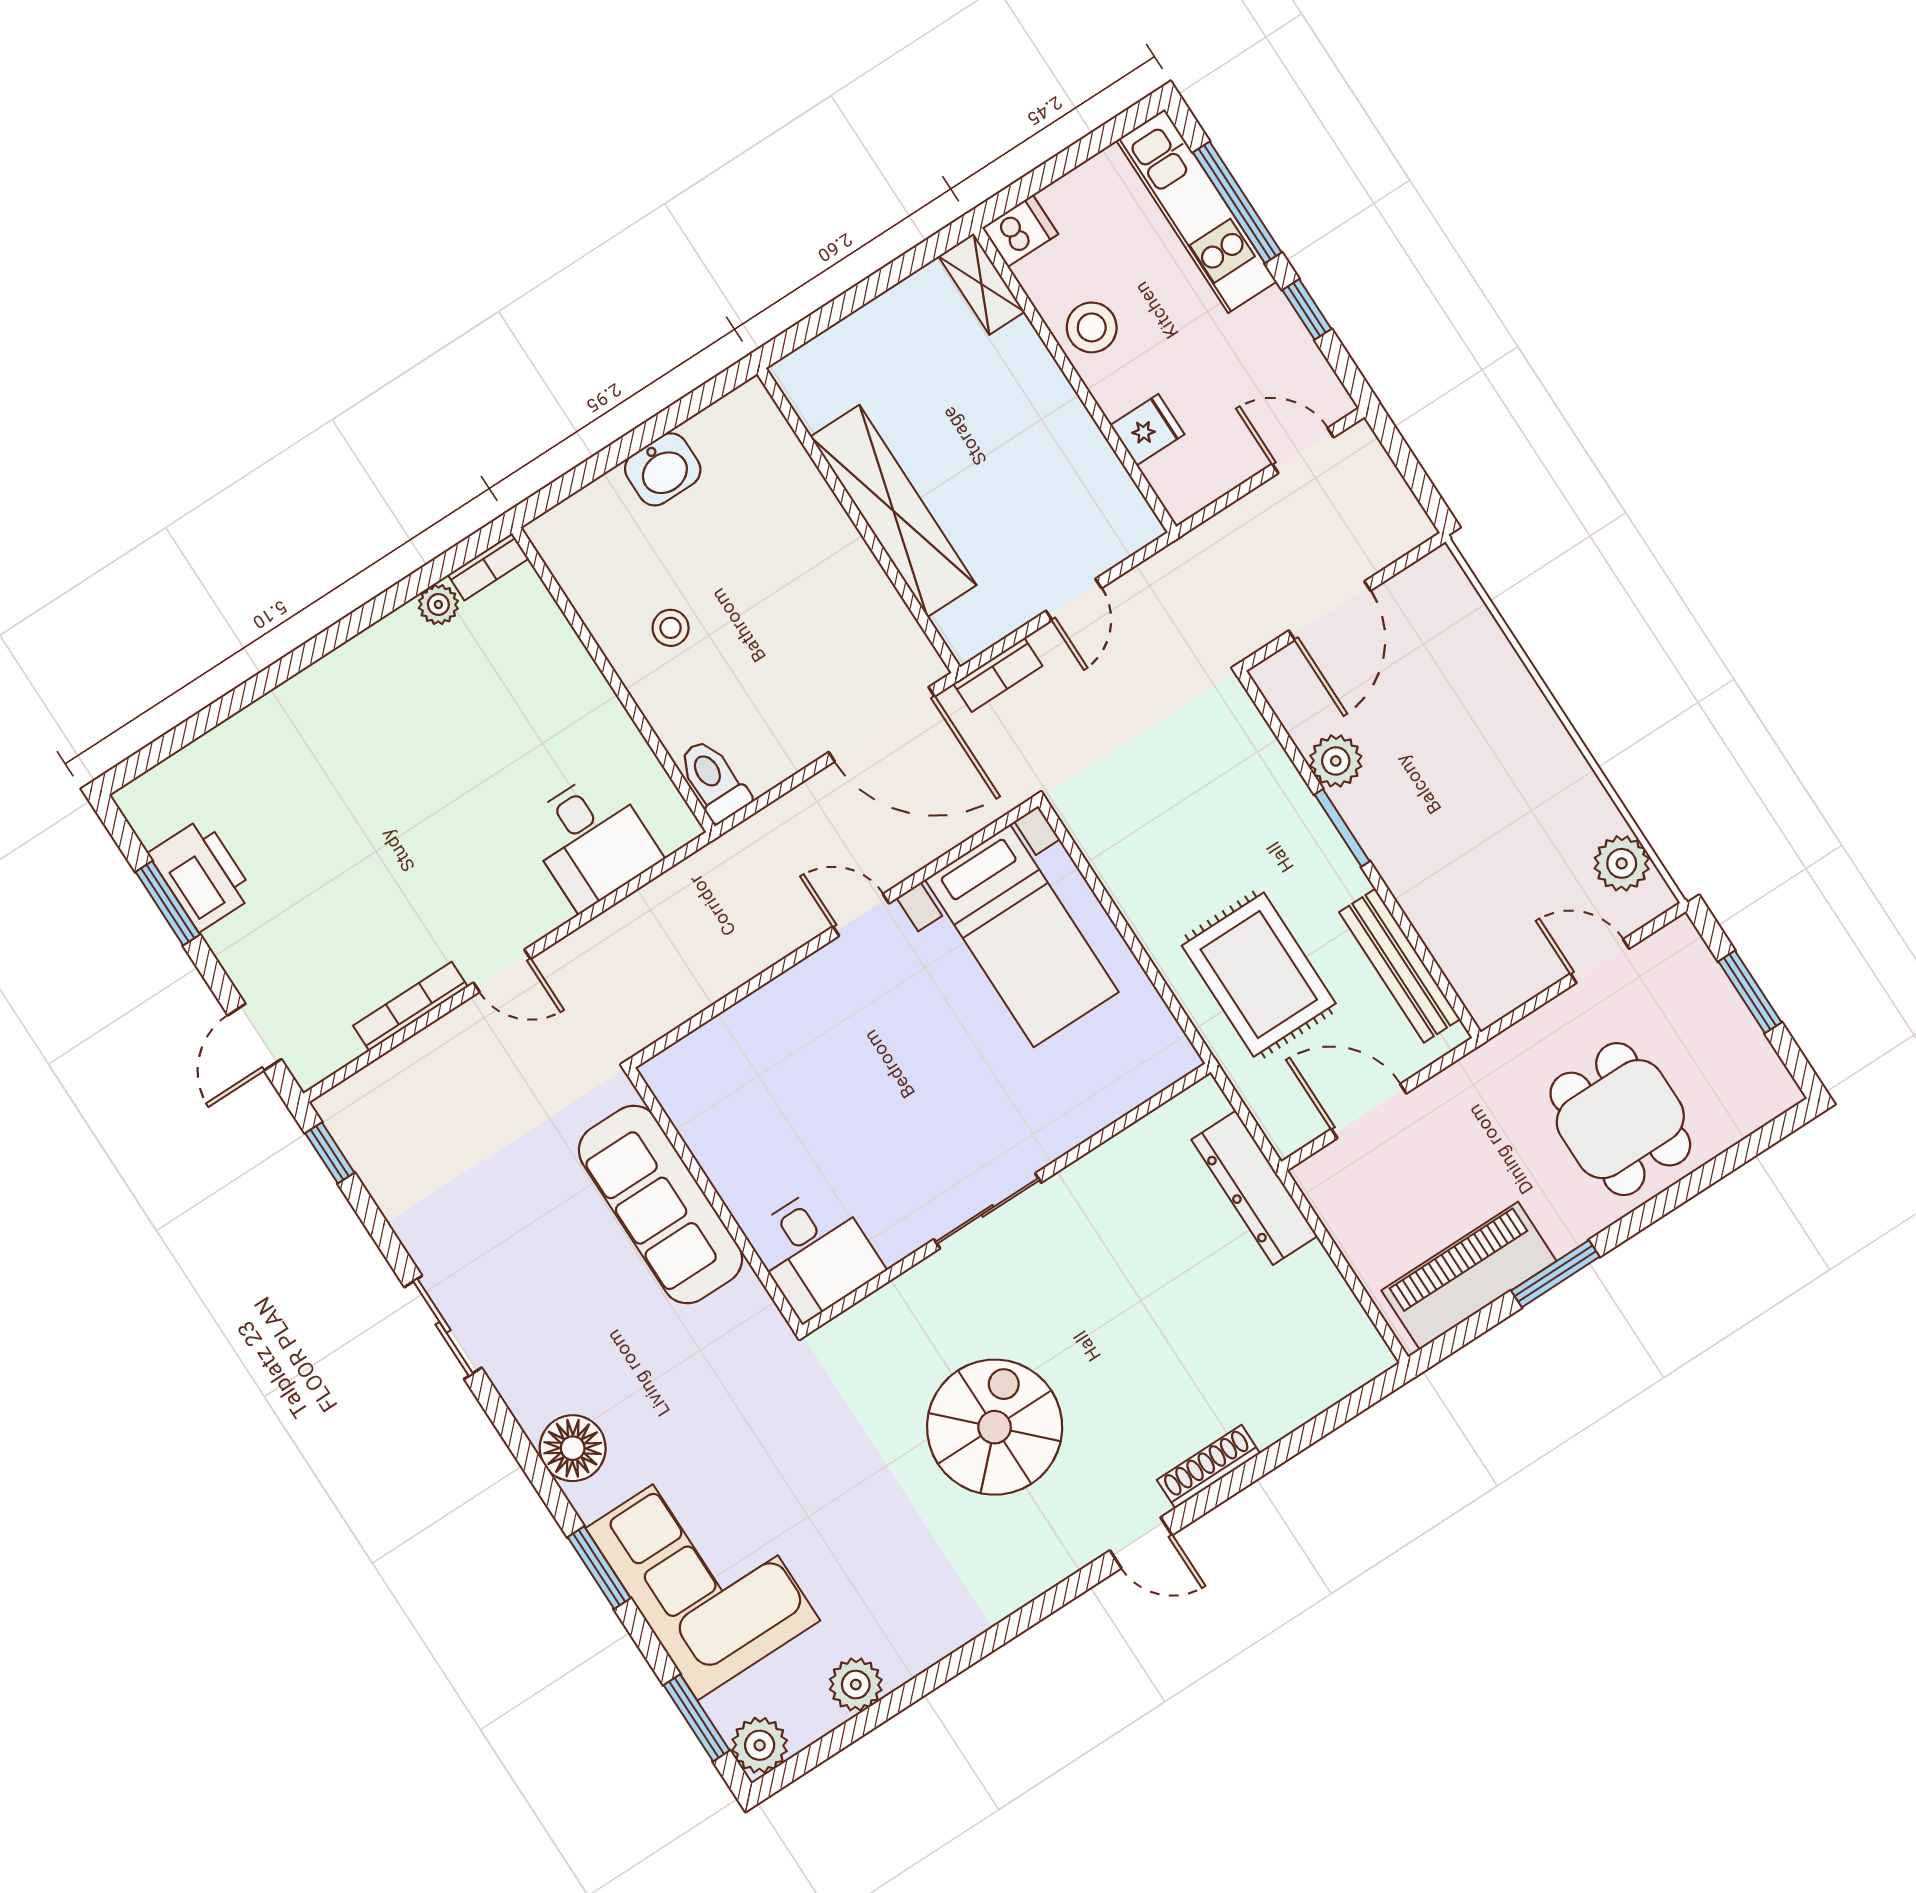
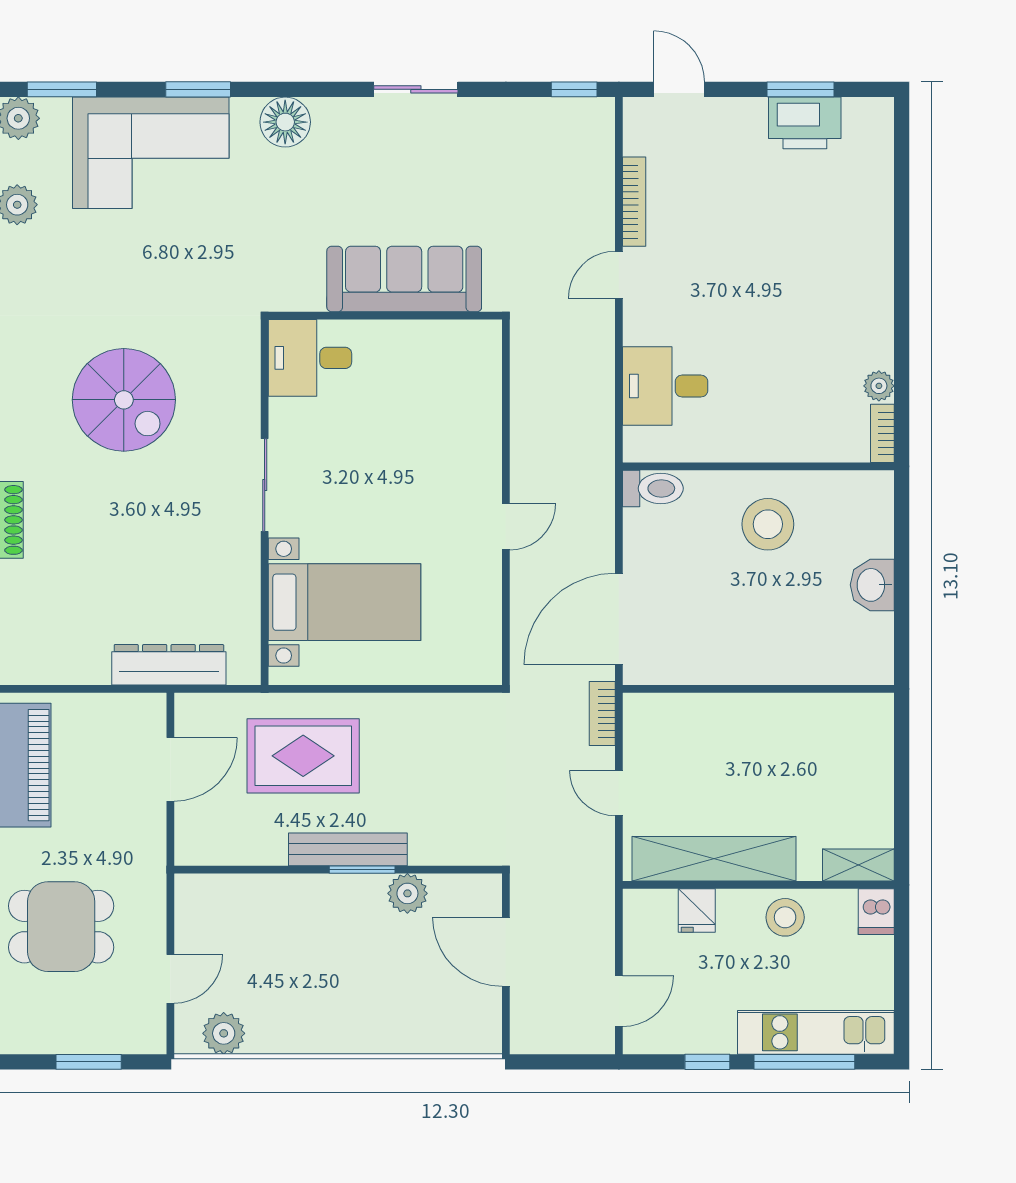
shelving: (893, 511) -> (714, 859), moved
stool: (671, 628) -> (768, 524), width x1.89, depth x1.89
bed with nightstands: (1022, 936) -> (344, 602), moved, turned 180
bench: (1400, 966) -> (348, 849), moved

